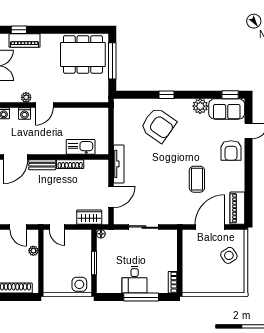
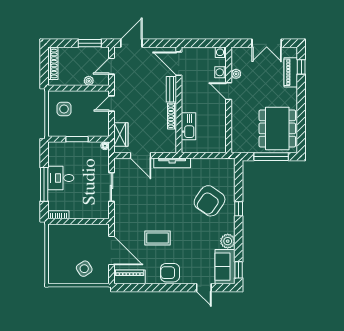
armchair: (231, 151) -> (170, 273), moved
side table: (79, 284) -> (64, 109), moved

